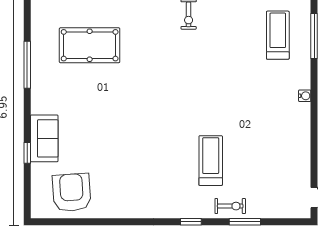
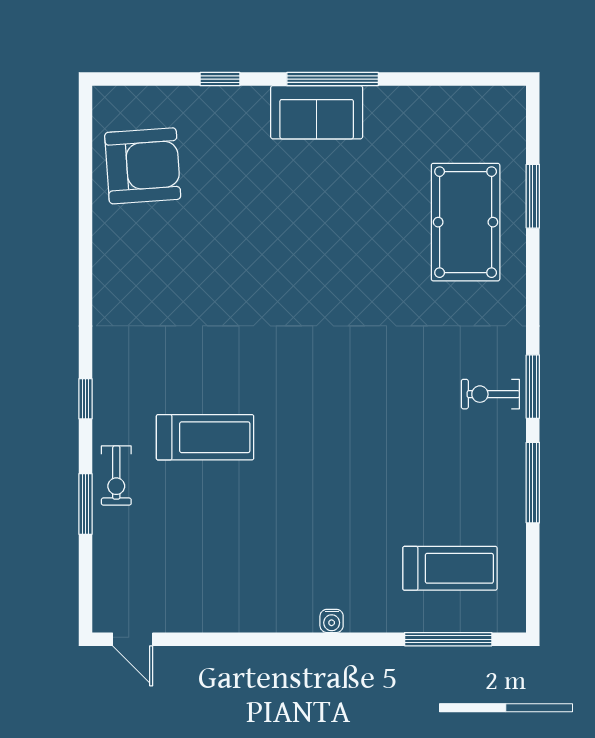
pool table: (90, 45) -> (466, 222), moved
window: (27, 65) -> (333, 79), moved
sofa: (44, 138) -> (317, 112), moved

